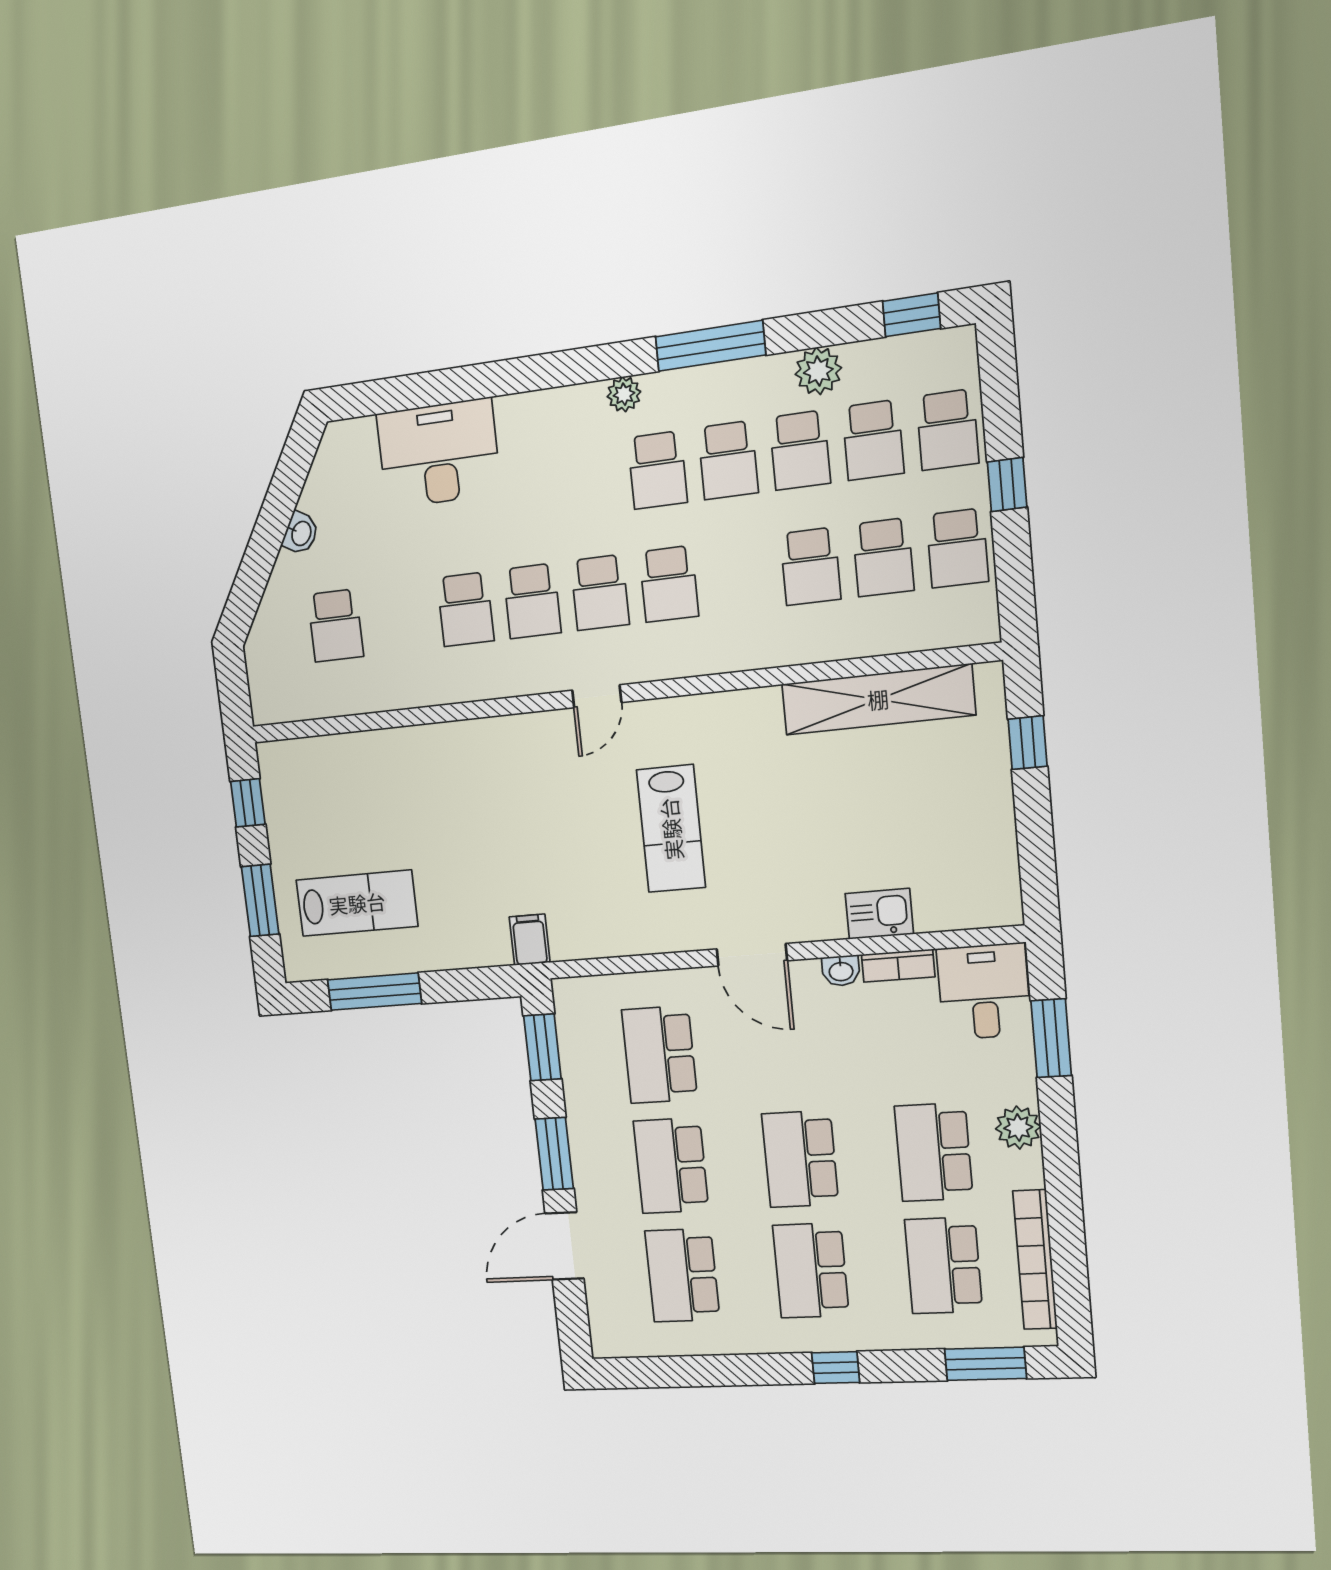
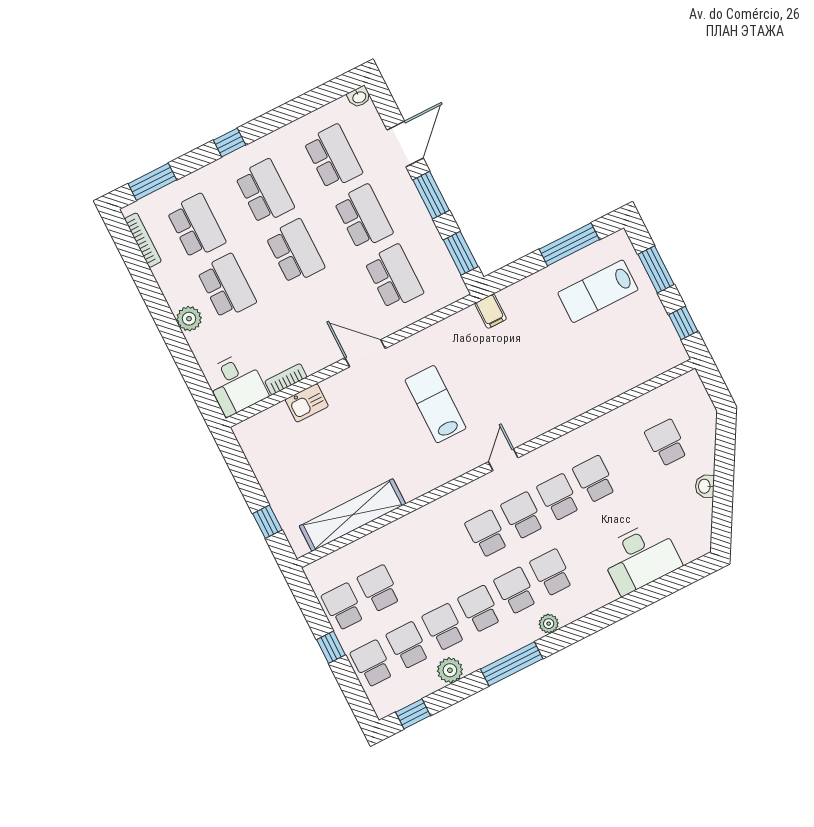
school desk: (811, 566) -> (552, 573), moved
washbasin: (841, 971) -> (359, 97), moved, turned 180
window: (1051, 1038) -> (192, 373), removed
bookcase: (1035, 1260) -> (143, 240), width x0.68, depth x0.76

